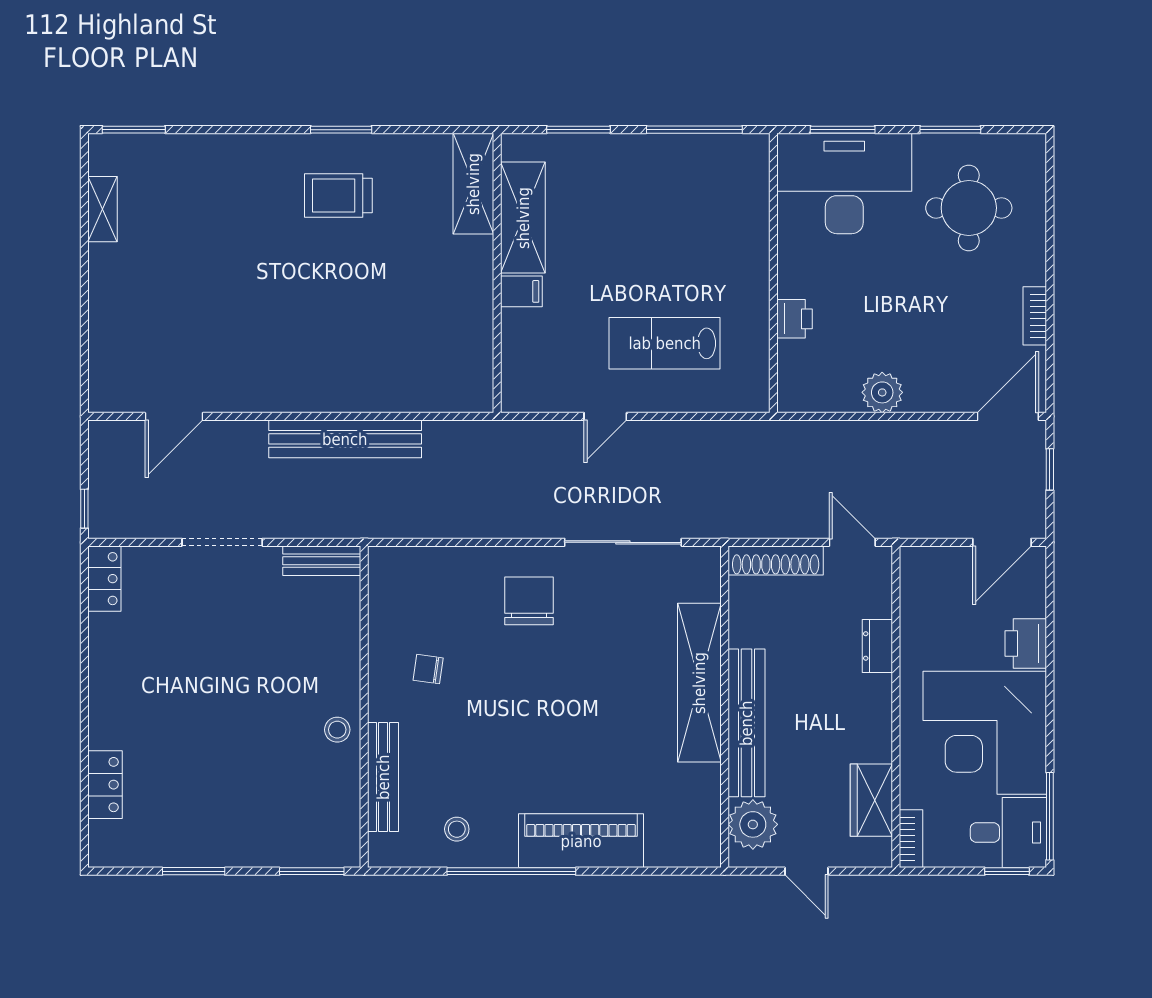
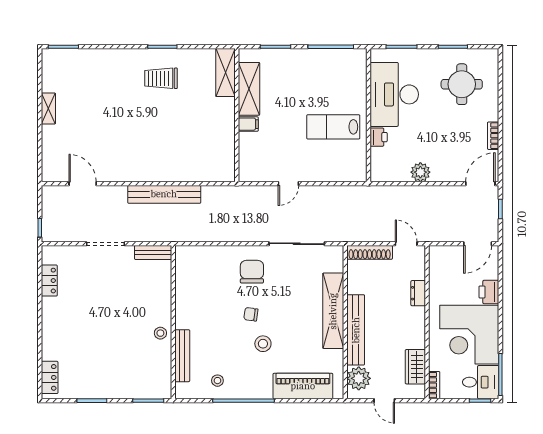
desk: (844, 183) -> (394, 94), moved, turned -90
shelving: (103, 209) -> (48, 108), moved
lab bench: (665, 343) -> (333, 127), moved
door: (174, 416) -> (83, 184), swing flipped
locker: (104, 579) -> (49, 281), moved
chair: (428, 669) -> (251, 314), moved
stool: (552, 752) -> (263, 344), added
locker: (105, 785) -> (50, 377), moved
piano: (581, 841) -> (303, 386), moved

